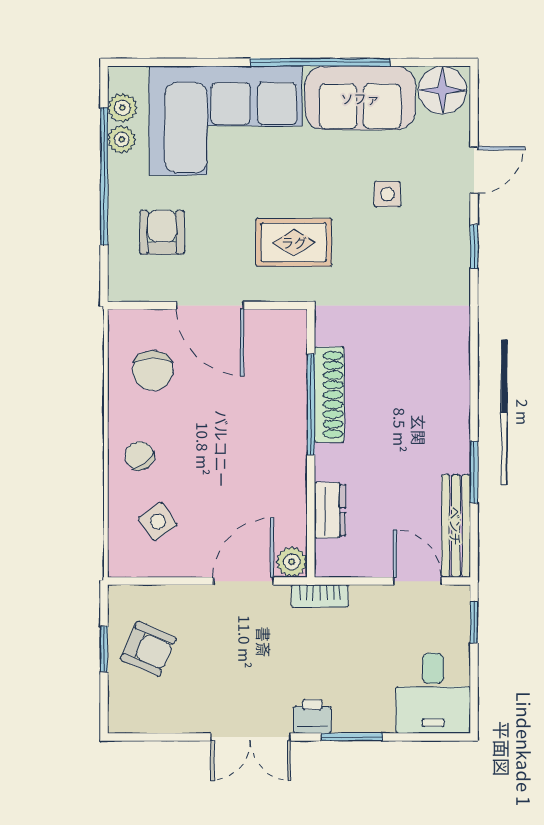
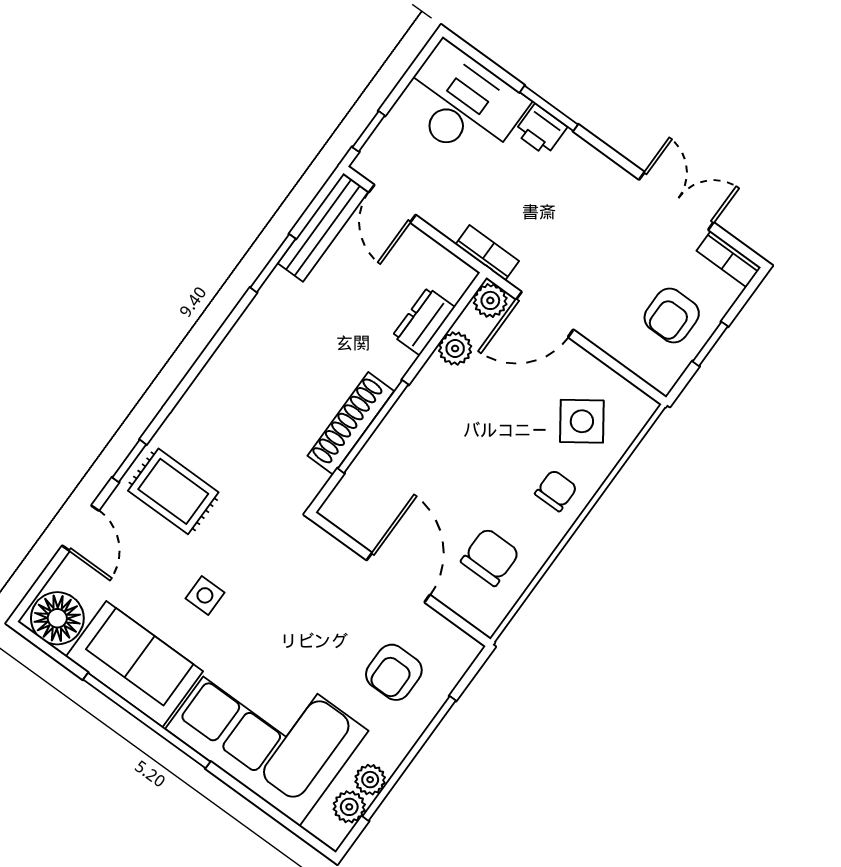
door: (474, 170) -> (80, 528), swing flipped
side table: (387, 194) -> (205, 595), moved
rug: (294, 242) -> (173, 491), moved
chair: (140, 456) -> (556, 491), turned -144
plant: (292, 507) -> (455, 349), added
side table: (158, 521) -> (582, 421), width x1.37, depth x1.37
armchair: (148, 649) -> (672, 316), turned -114
desk: (433, 693) -> (462, 104), width x1.37
printer: (312, 716) -> (541, 130), moved
bookcase: (136, 722) -> (729, 259), added
double door: (251, 737) -> (676, 201), moved

